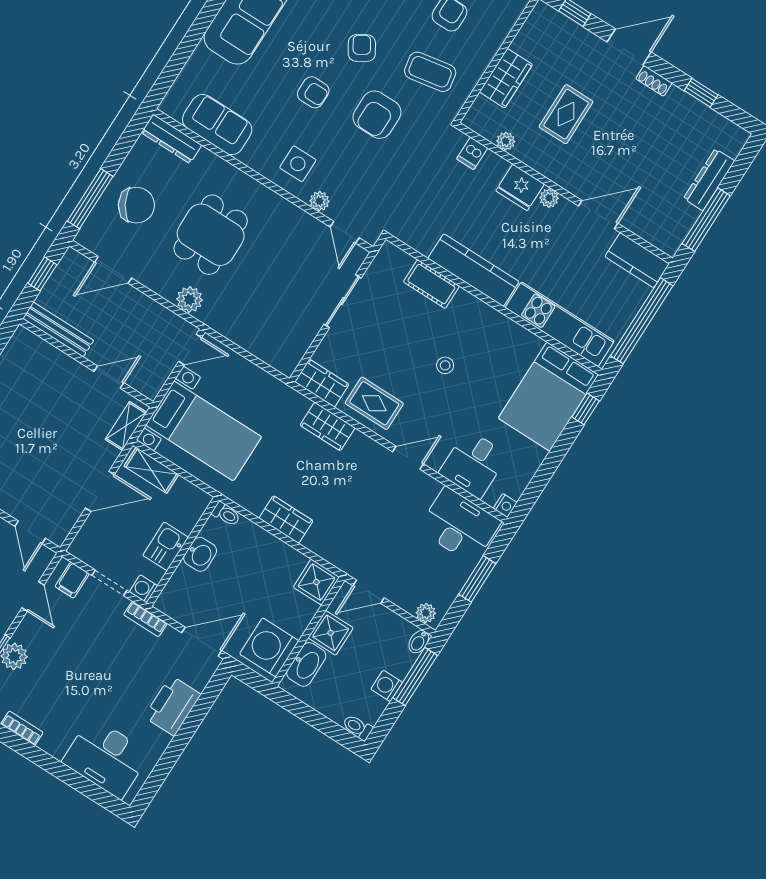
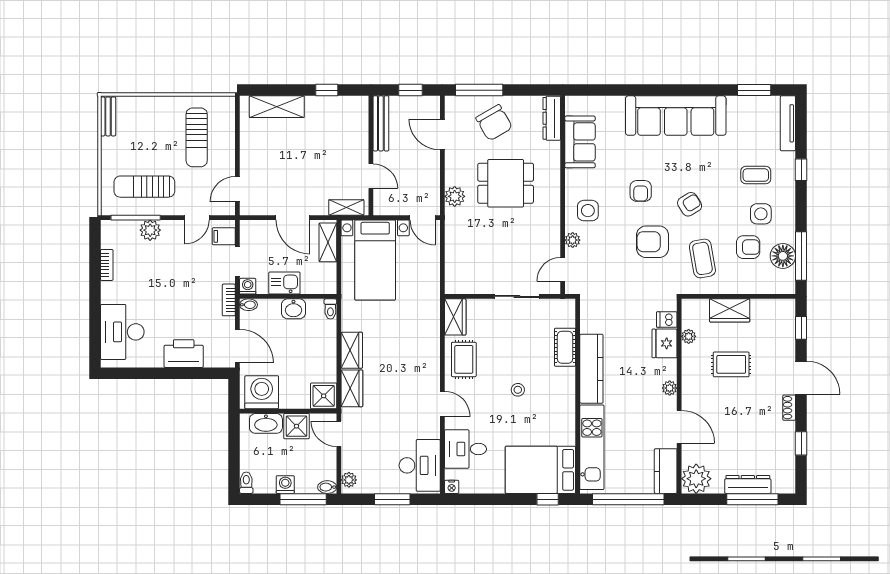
fridge: (520, 187) -> (665, 343), moved
window: (706, 220) -> (752, 499), moved
plant: (667, 232) -> (696, 479), added
wardrobe: (328, 427) -> (352, 388), moved, turned 180
bidet: (164, 601) -> (248, 305), added

